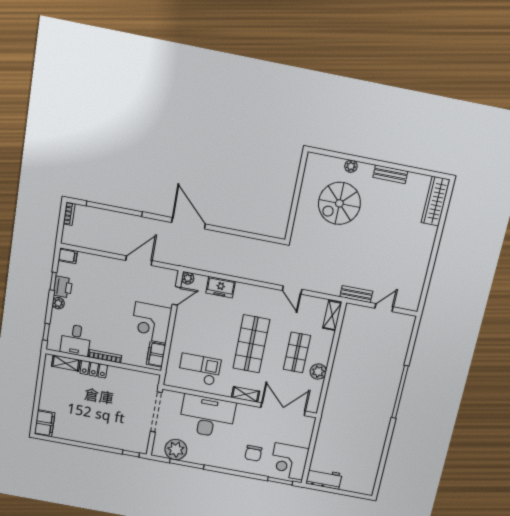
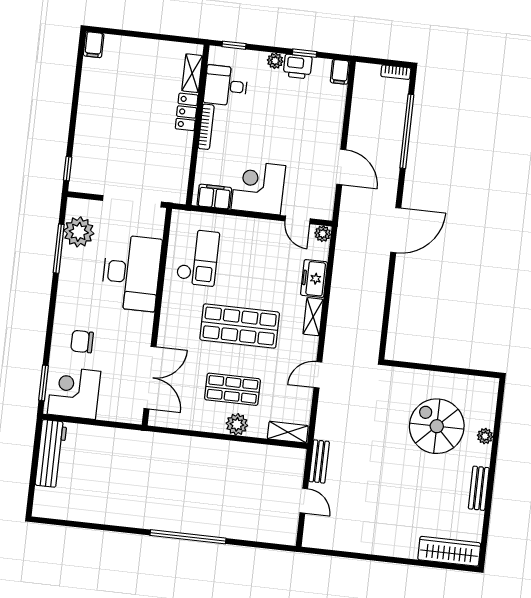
plant: (318, 372) -> (237, 424), moved
shelving: (246, 394) -> (313, 317), moved
filing cabinet: (45, 423) -> (94, 45), width x0.50
workbench: (324, 479) -> (51, 454), width x1.38

